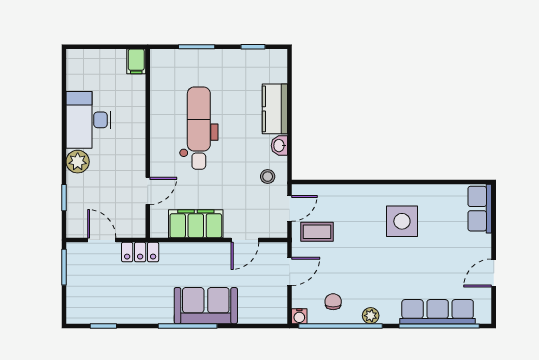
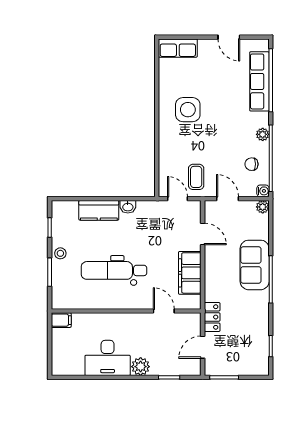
stool: (268, 177) -> (60, 253), moved
plant: (279, 316) -> (263, 207), added

